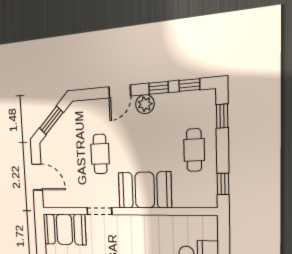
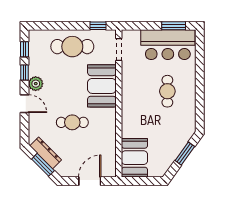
window: (222, 116) -> (49, 26), removed
dresser: (64, 123) -> (46, 153), added
cafe table: (194, 150) -> (72, 47), width x1.37, depth x1.35
doorway: (99, 211) -> (119, 50), moved

